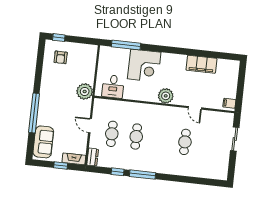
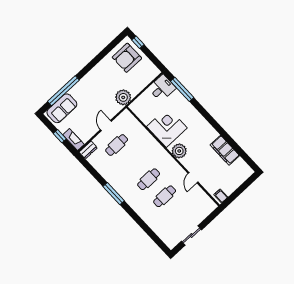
armchair: (61, 57) -> (127, 58), width x1.88, depth x1.88
corner desk: (144, 66) -> (167, 127), moved, turned 180
desk: (113, 86) -> (162, 88), moved, turned 180
window: (34, 113) -> (63, 91), moved
cafe table: (136, 137) -> (149, 179), moved
sliding door: (235, 139) -> (191, 236), moved
window: (118, 172) -> (97, 176), removed

